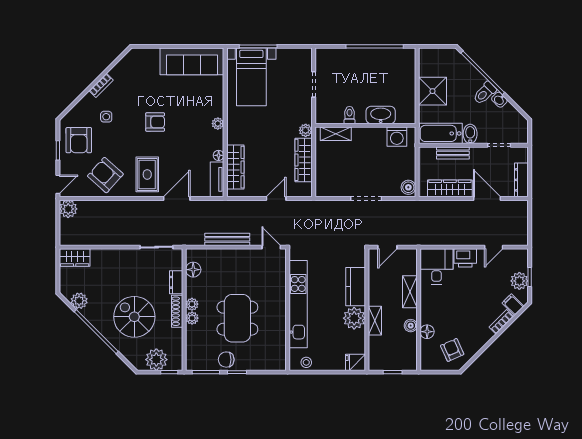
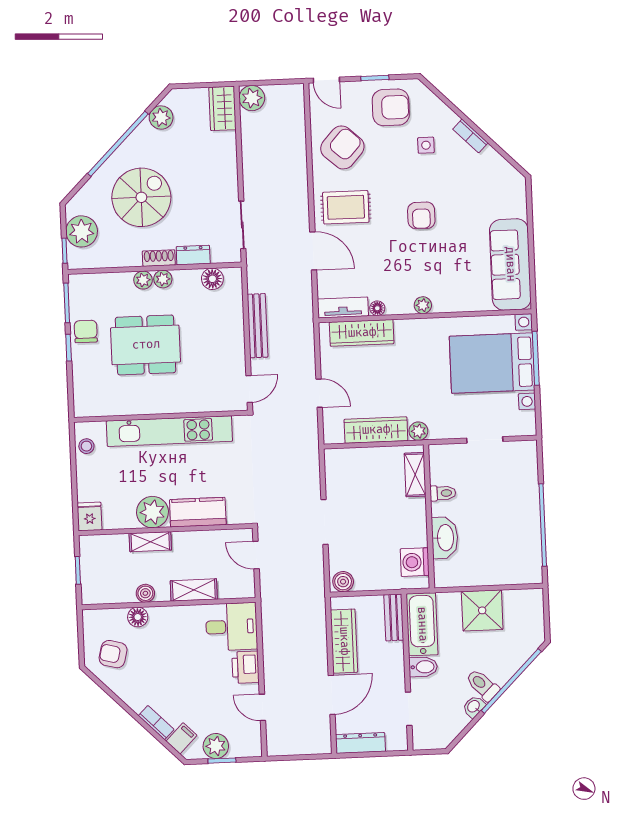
bed with nightstands: (251, 77) -> (492, 363), width x1.36
armchair: (79, 140) -> (391, 107), turned 180
bench: (453, 153) -> (394, 617), moved
plant: (68, 209) -> (252, 98), moved
shoe rack: (177, 311) -> (159, 258), width x0.70
armchair: (452, 350) -> (113, 654), turned -142

